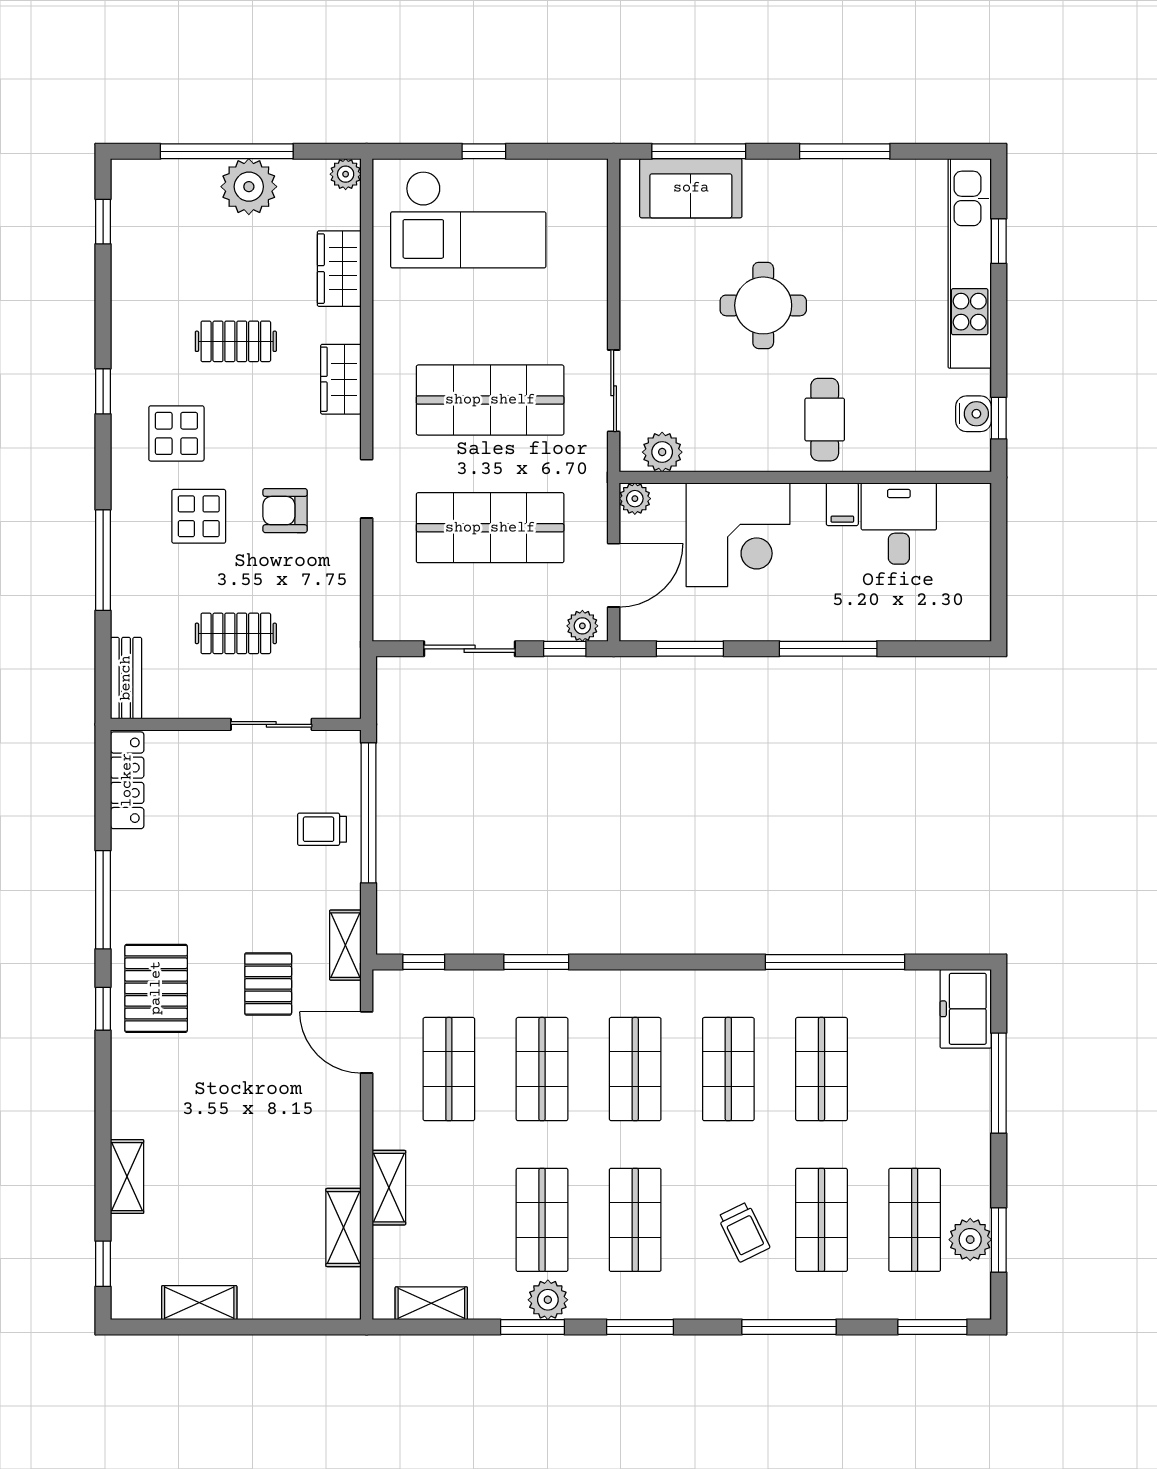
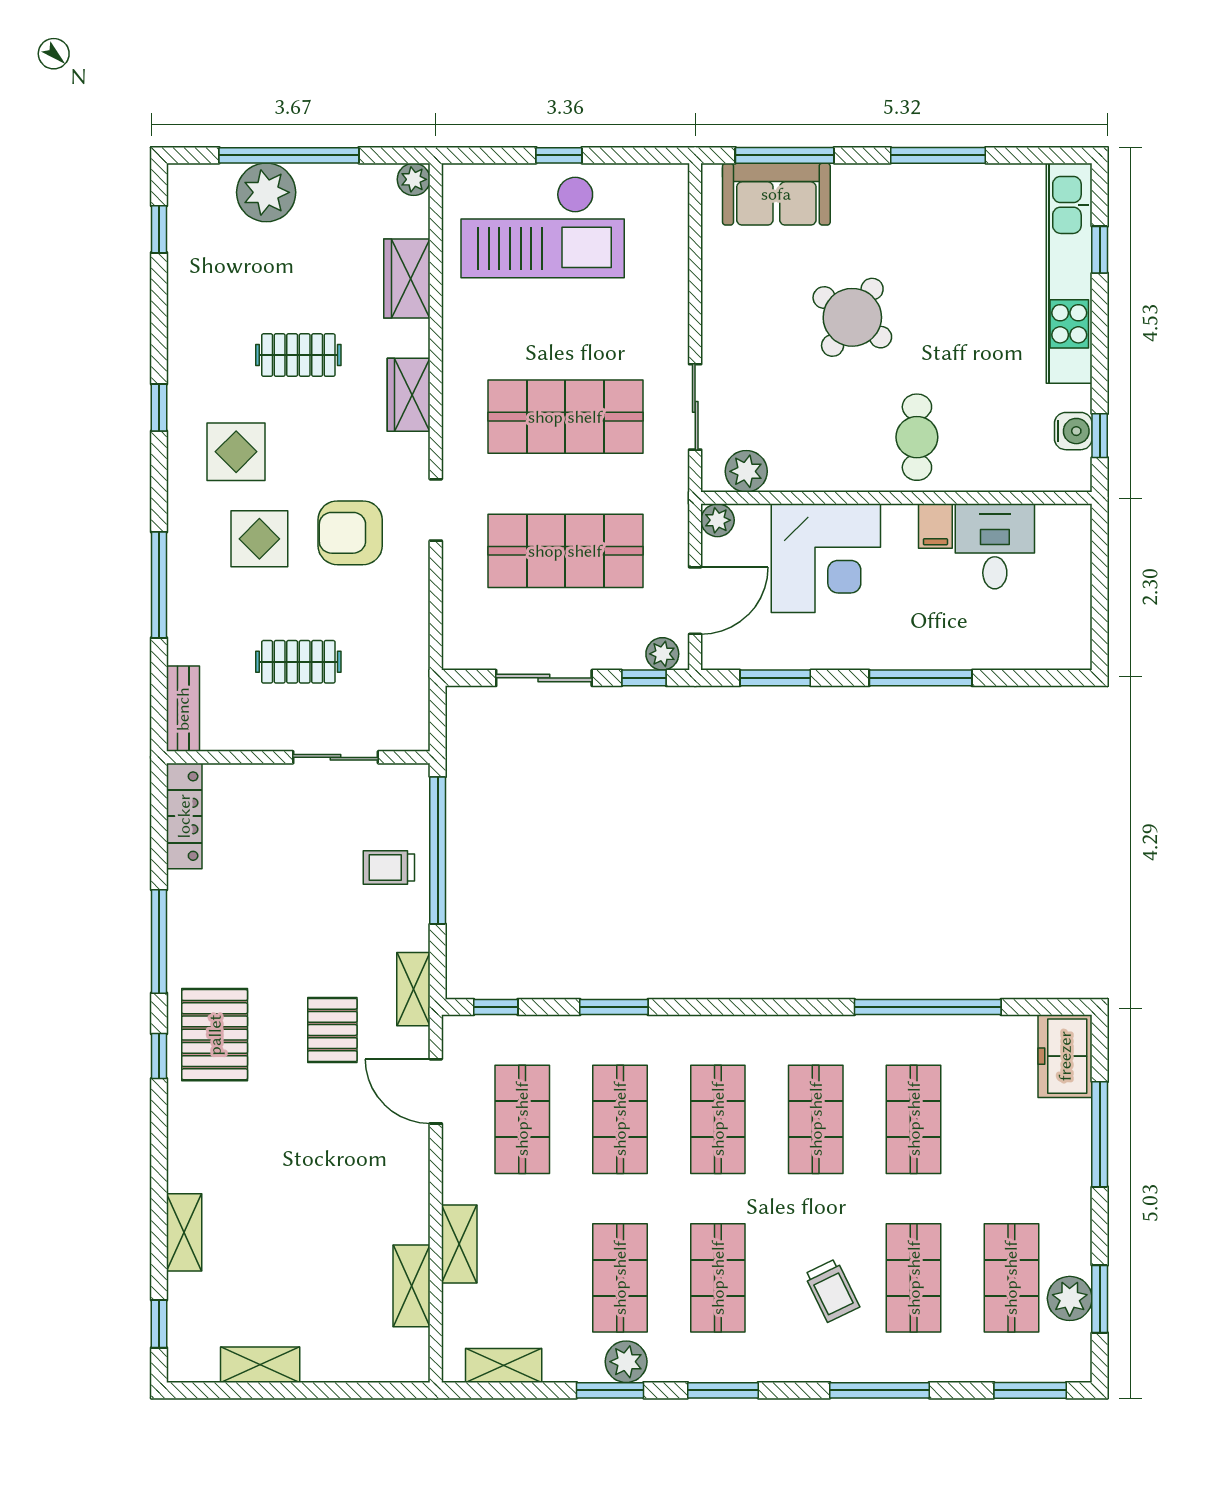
plant: (249, 187) -> (266, 192), moved
round table: (763, 305) -> (852, 317), turned 35
armchair: (285, 511) -> (350, 533), width x1.38, depth x1.38

